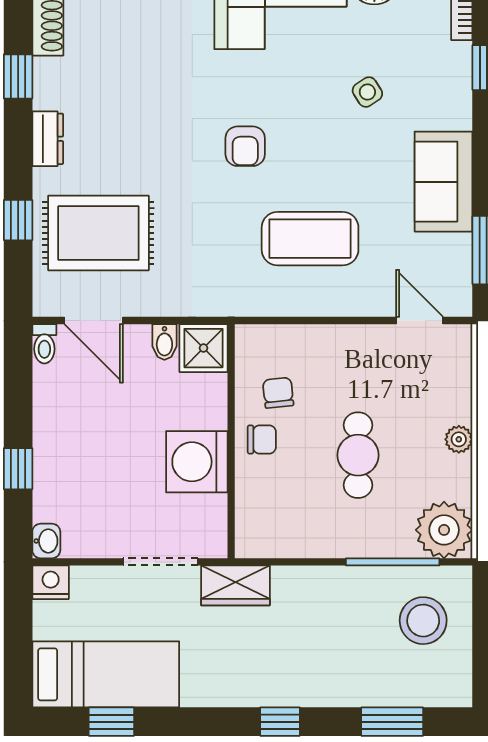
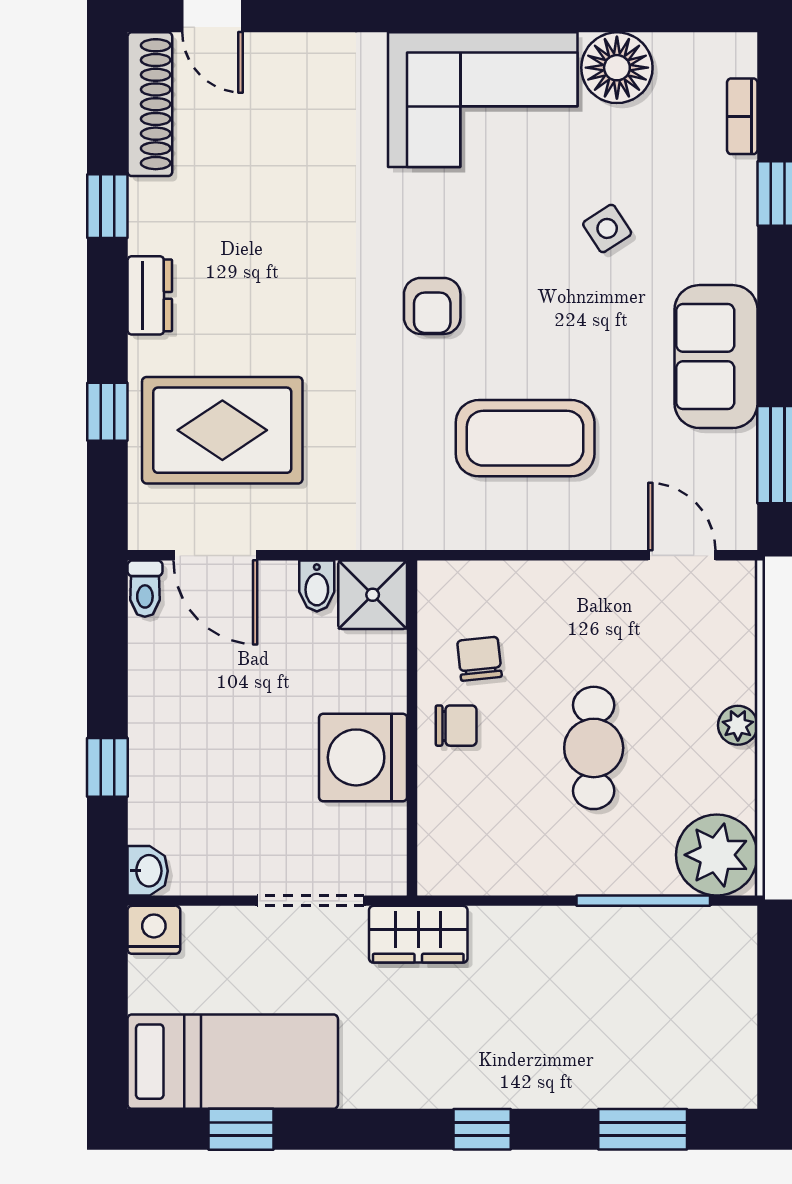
stool: (423, 621) -> (687, 985), removed

